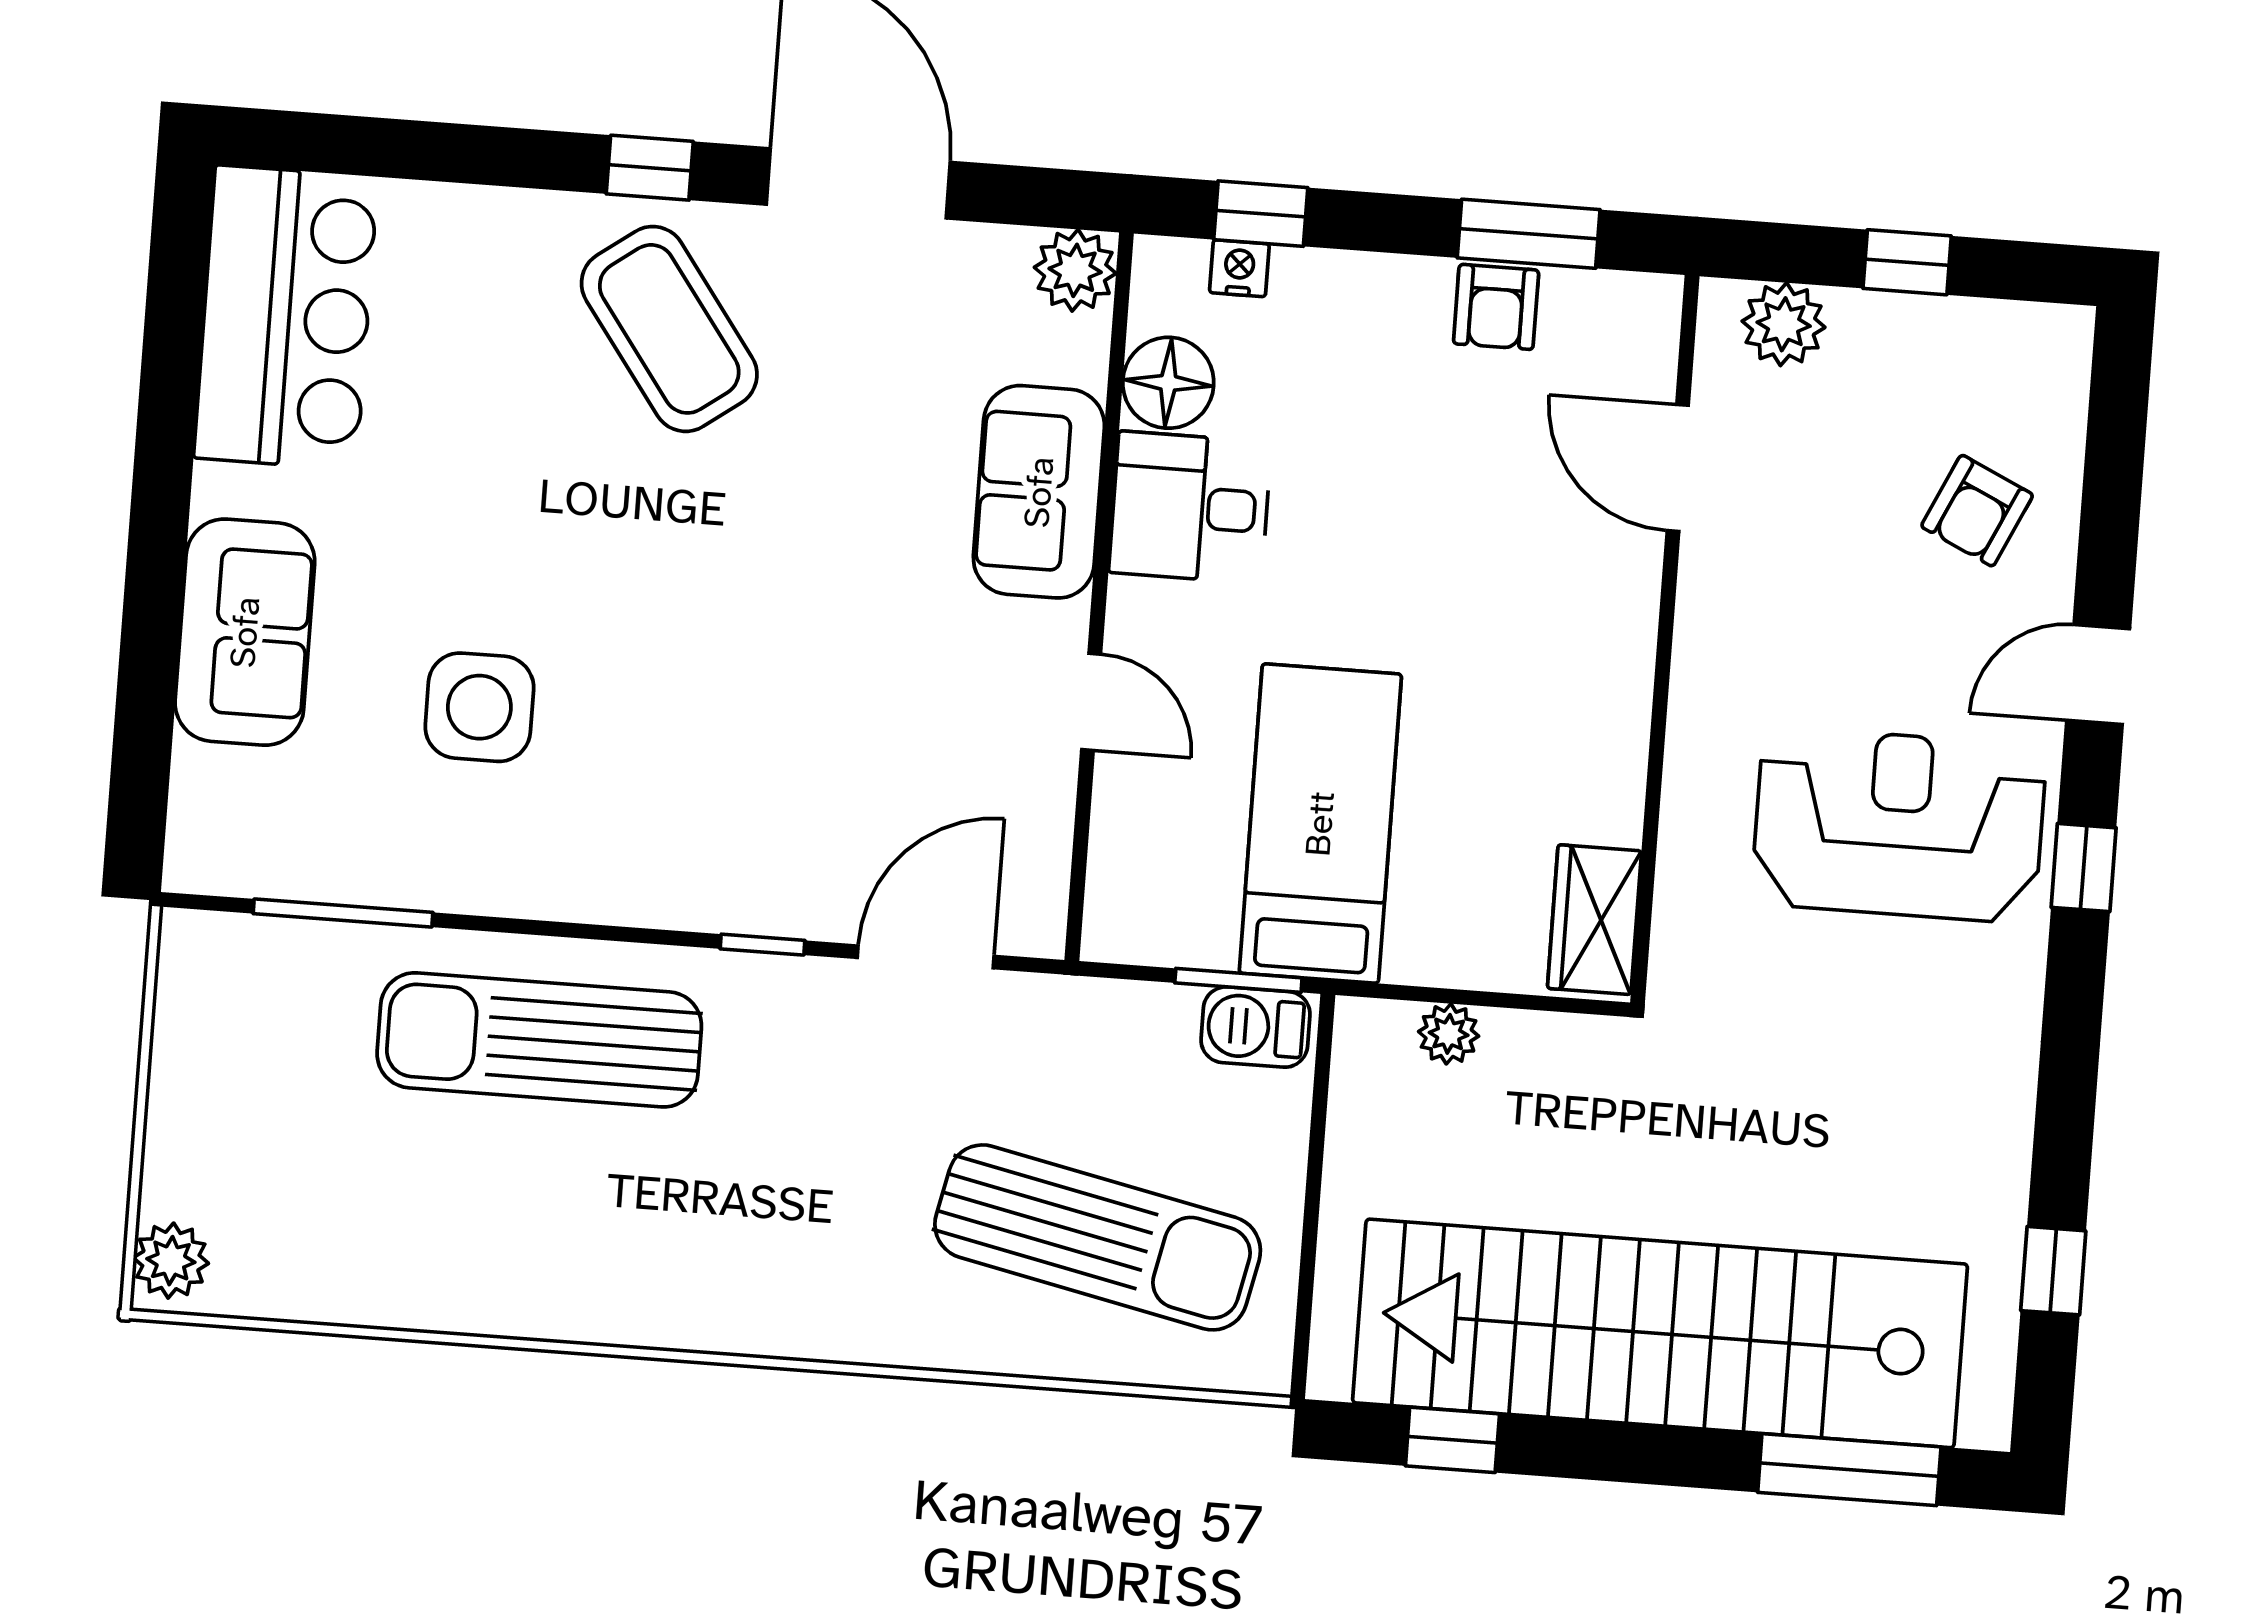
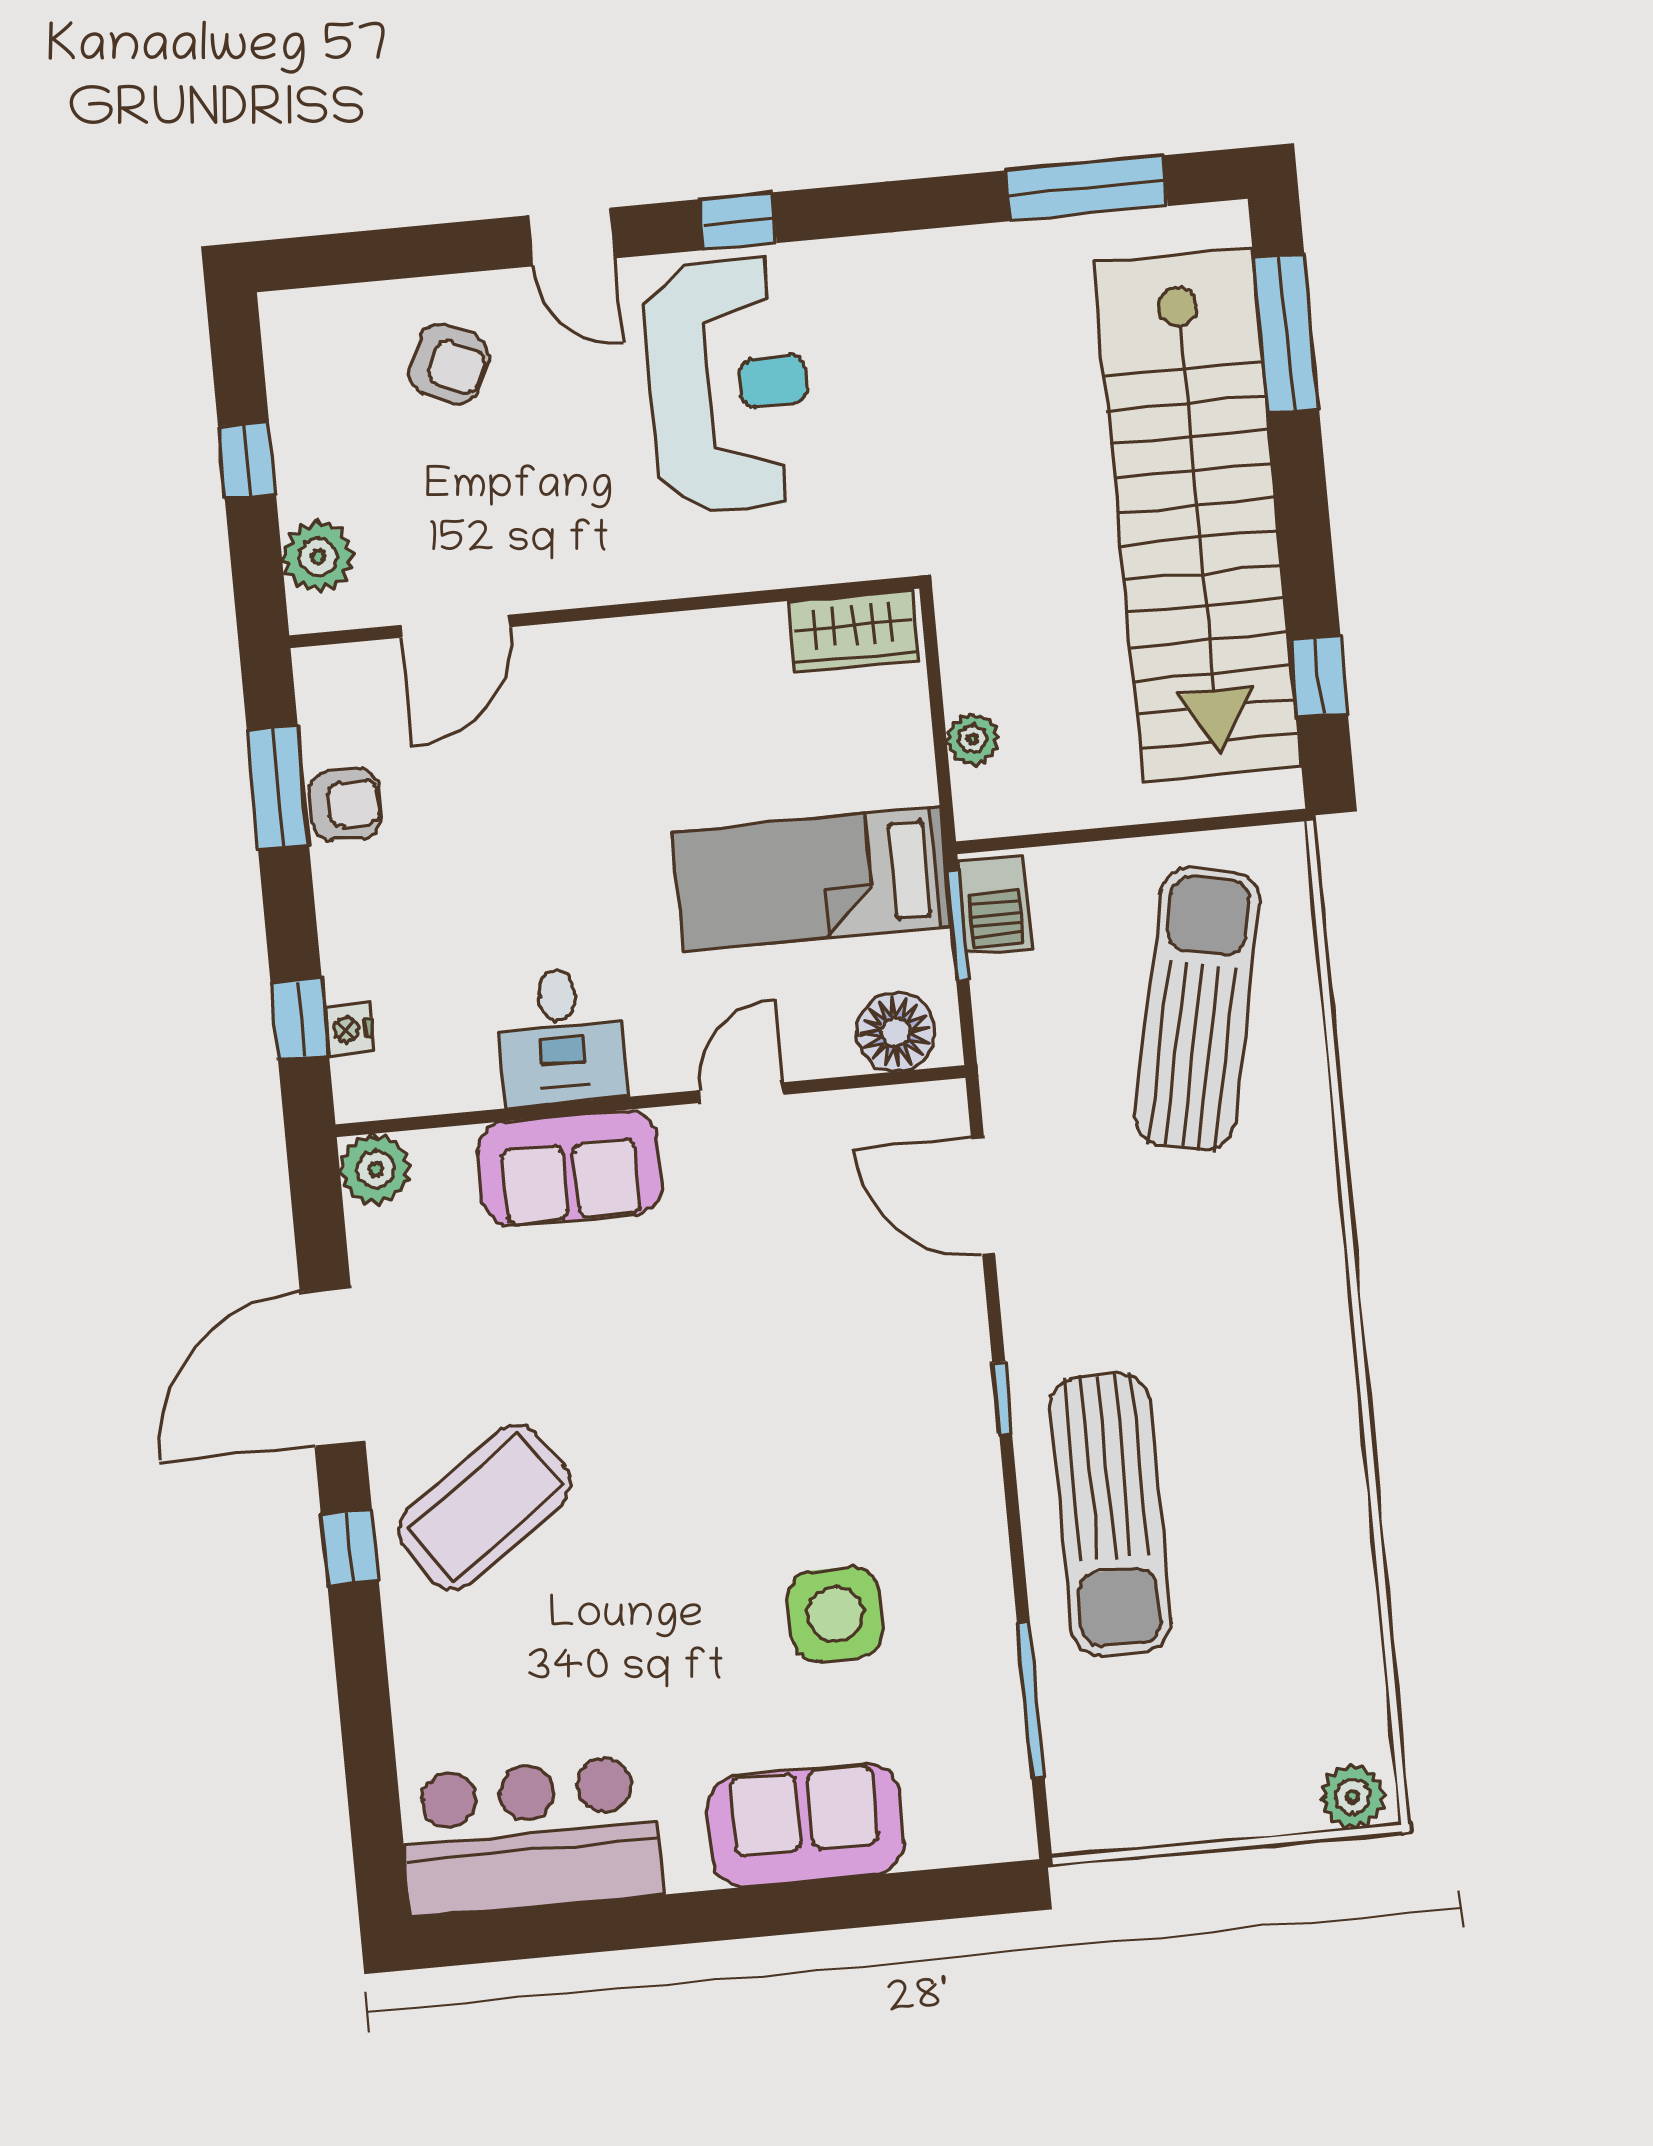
floor lamp: (1168, 383) -> (896, 1032), moved
reception desk: (1899, 825) -> (728, 385), turned 180
window: (762, 945) -> (1002, 1398), moved
window: (2053, 1271) -> (1087, 188), width x2.17

